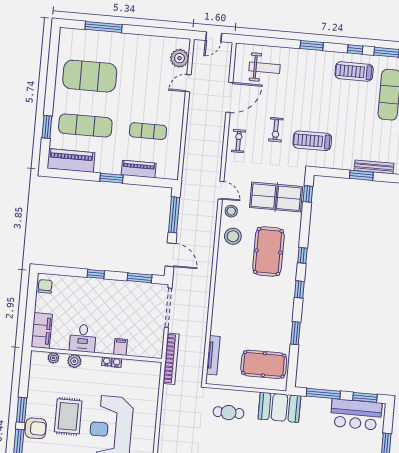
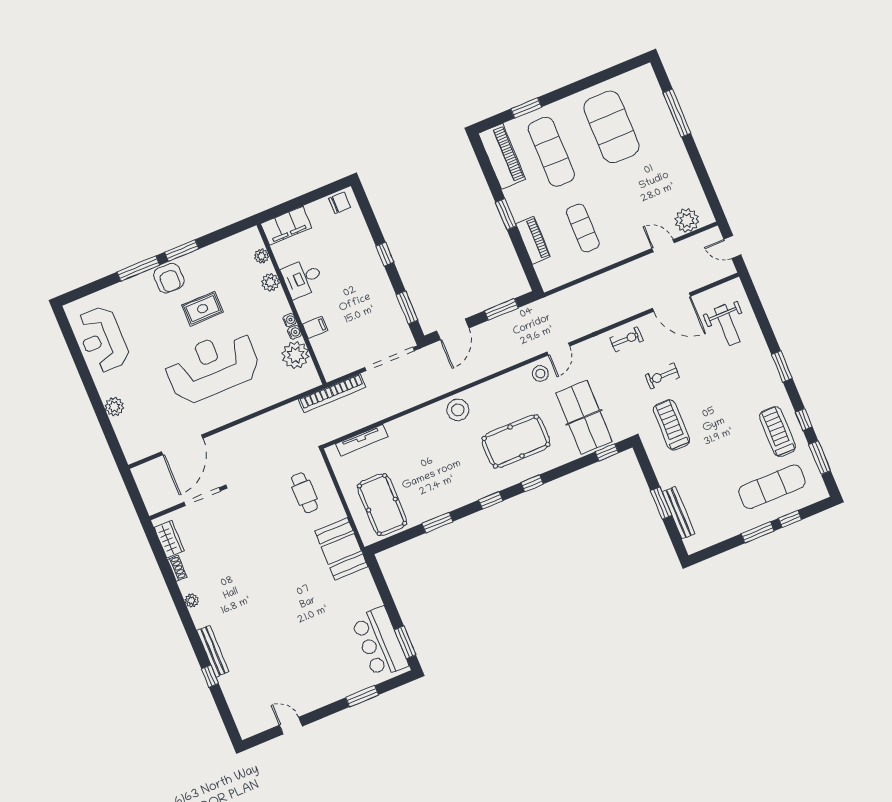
window: (174, 215) -> (501, 309), width x0.69
stool: (233, 236) -> (458, 410), moved
plant: (132, 370) -> (295, 355), added
window: (323, 394) -> (384, 592), removed
rug: (68, 416) -> (202, 309), width x0.73, depth x0.70

